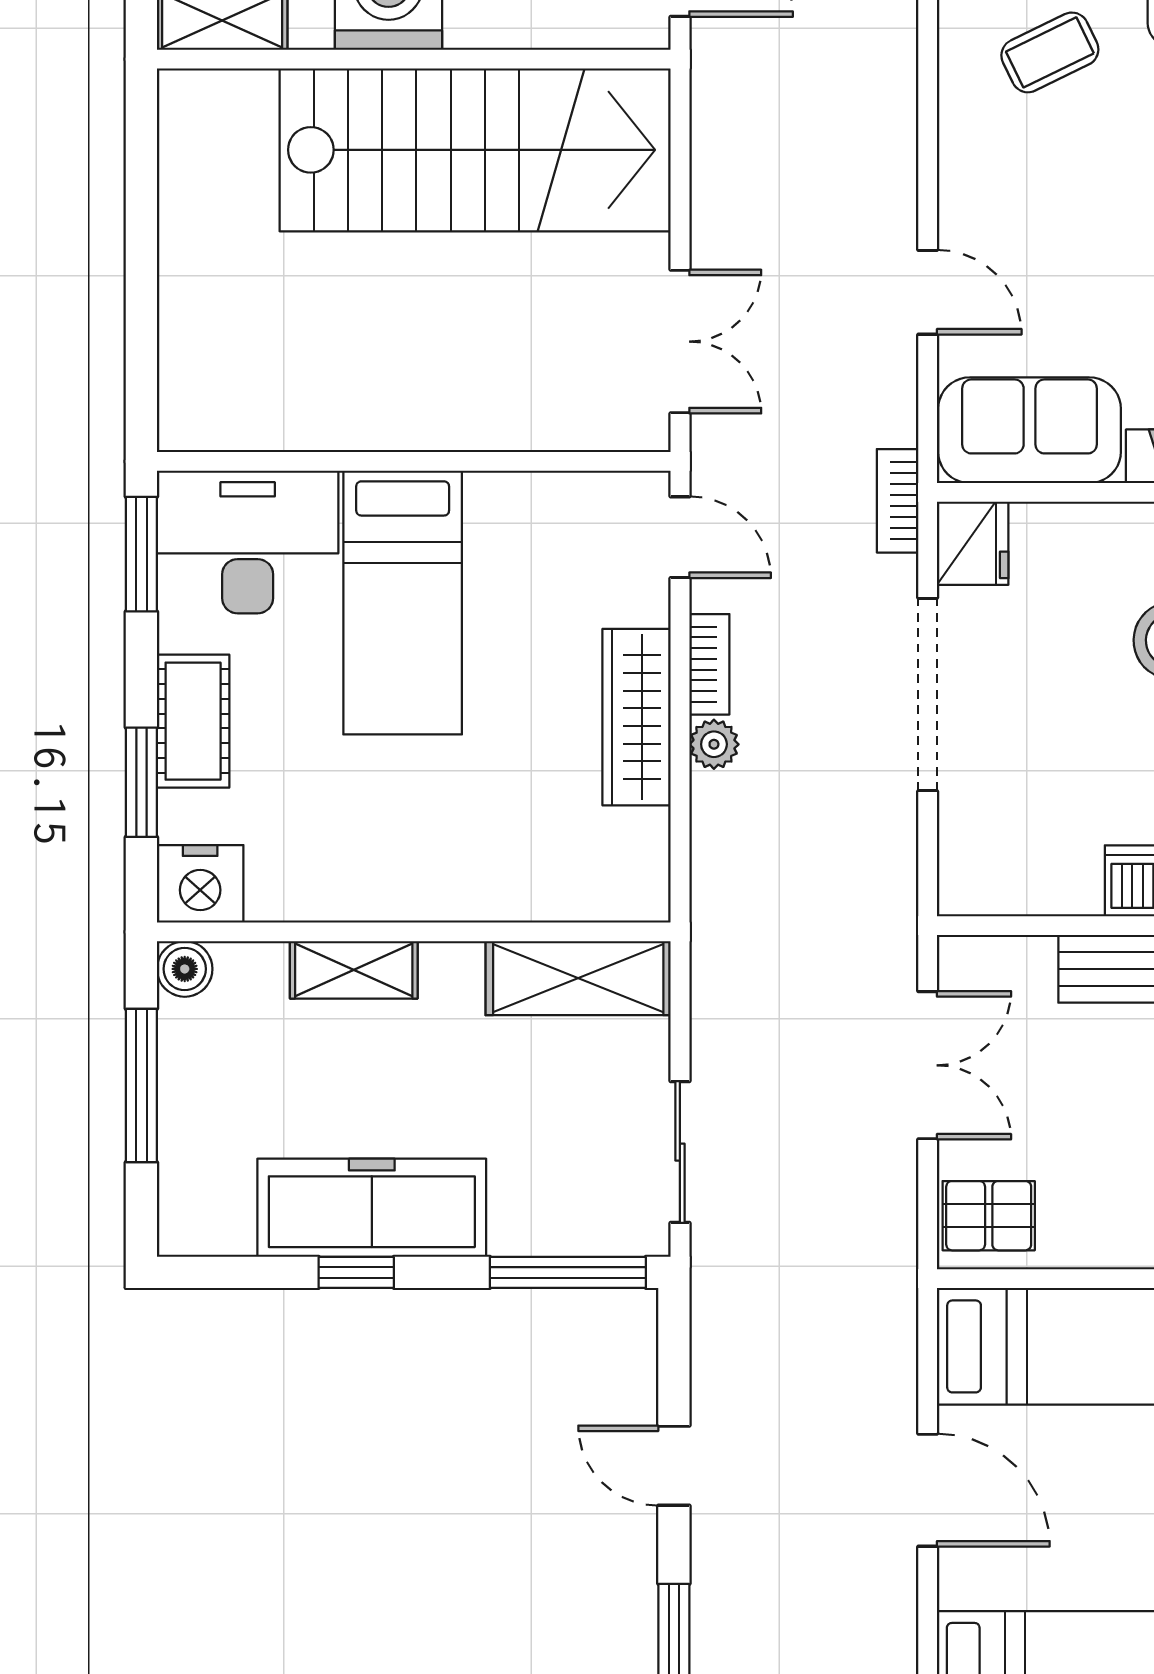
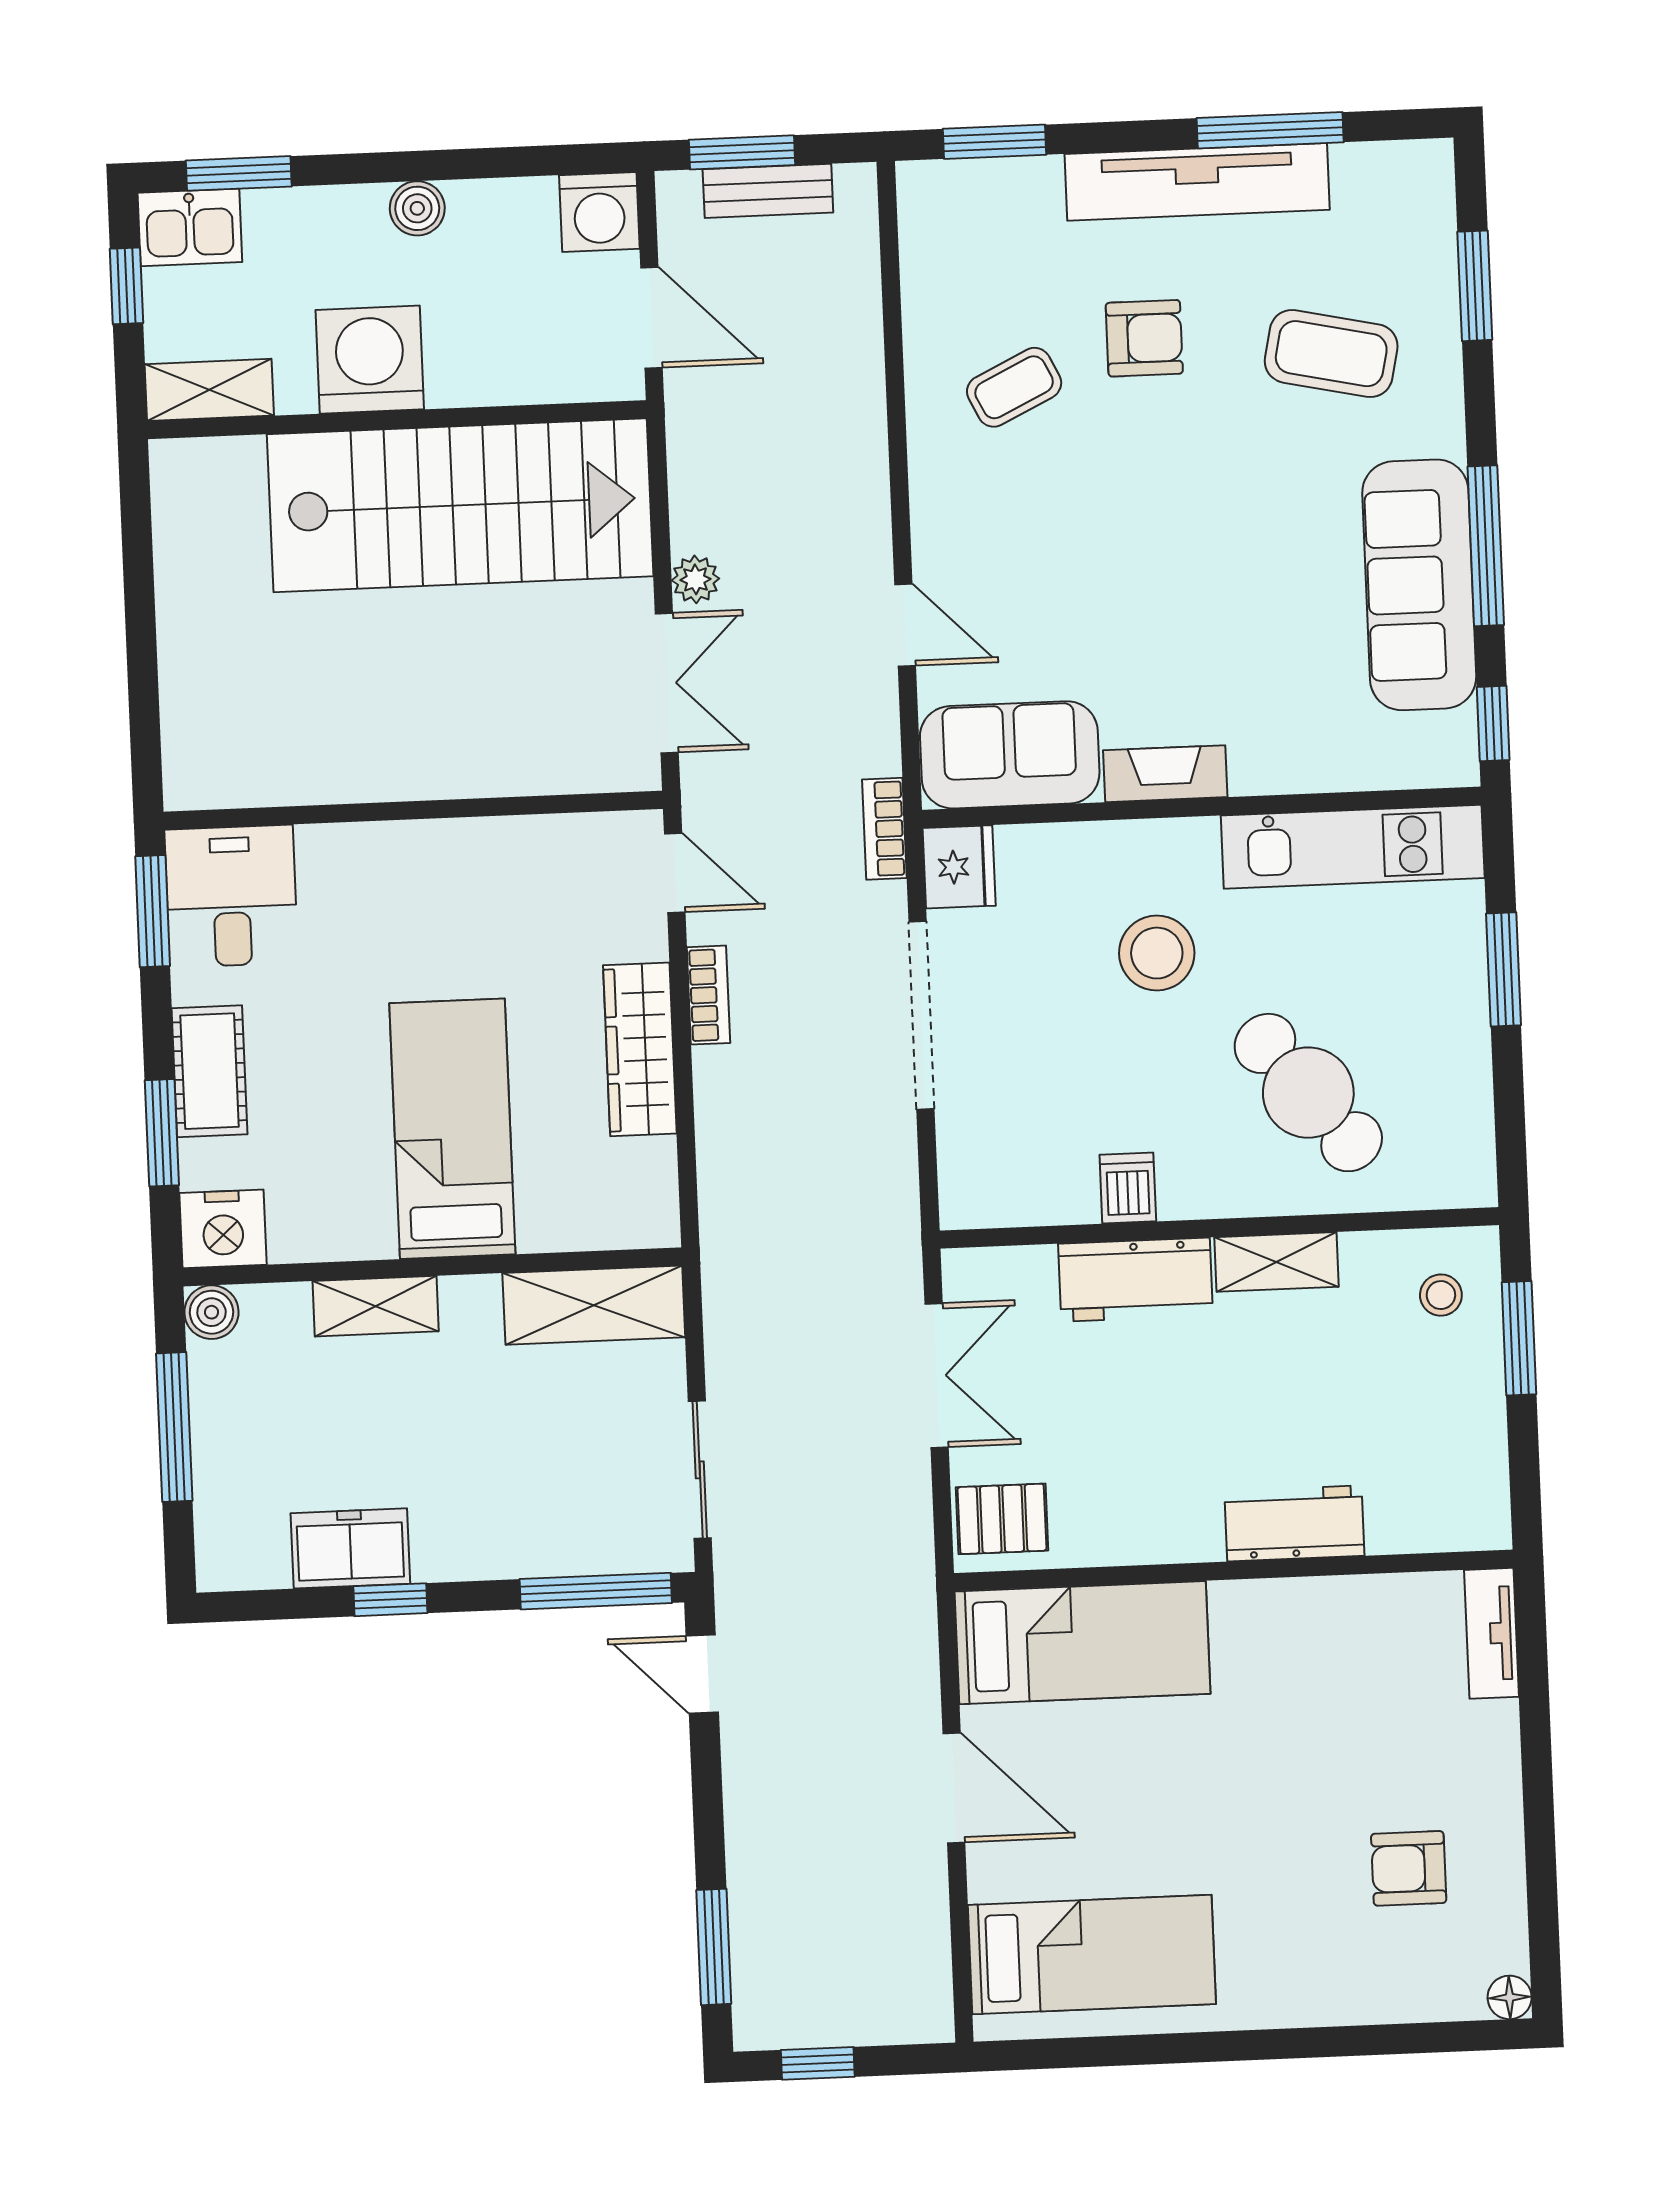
desk: (248, 542) -> (231, 896), width x0.73
bed: (403, 603) -> (452, 1129), moved, turned 180
plant: (714, 744) -> (695, 579), moved
freezer: (372, 1208) -> (350, 1548), width x0.52, depth x0.79
door: (674, 1466) -> (702, 1674), moved

